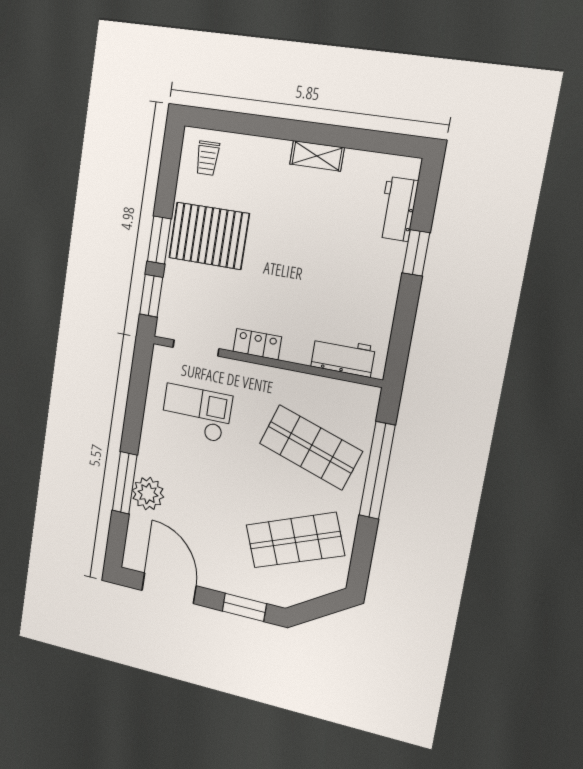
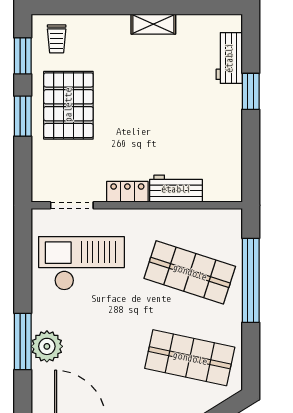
pallet: (209, 236) -> (68, 105), turned 90
window: (151, 296) -> (23, 56), moved
workbench: (343, 357) -> (176, 189), moved
checkout: (196, 413) -> (81, 263), width x1.36, depth x1.21
shop shelf: (295, 540) -> (190, 358), turned 33

